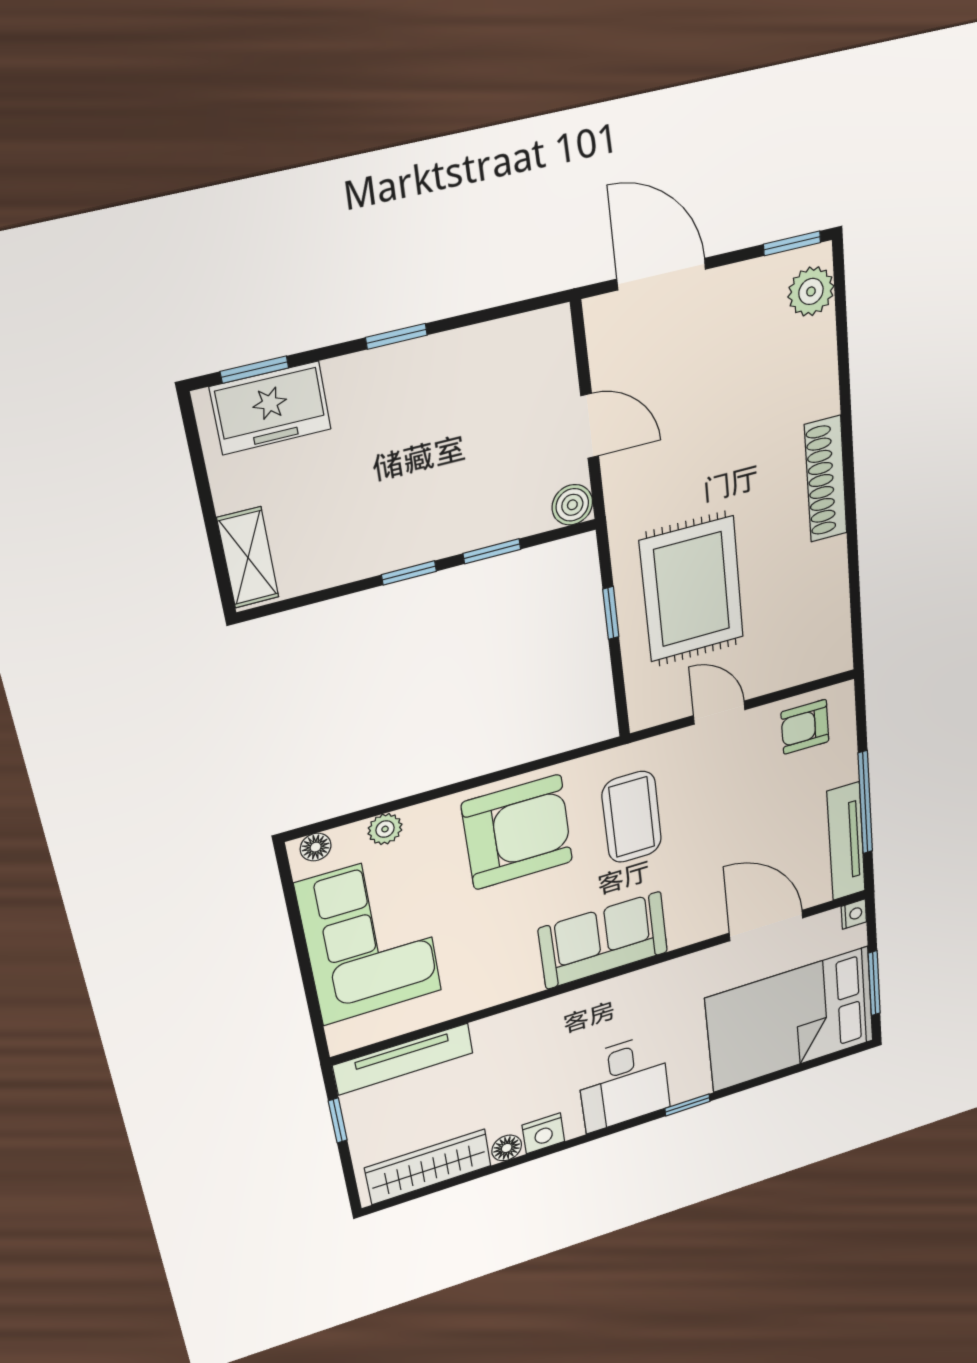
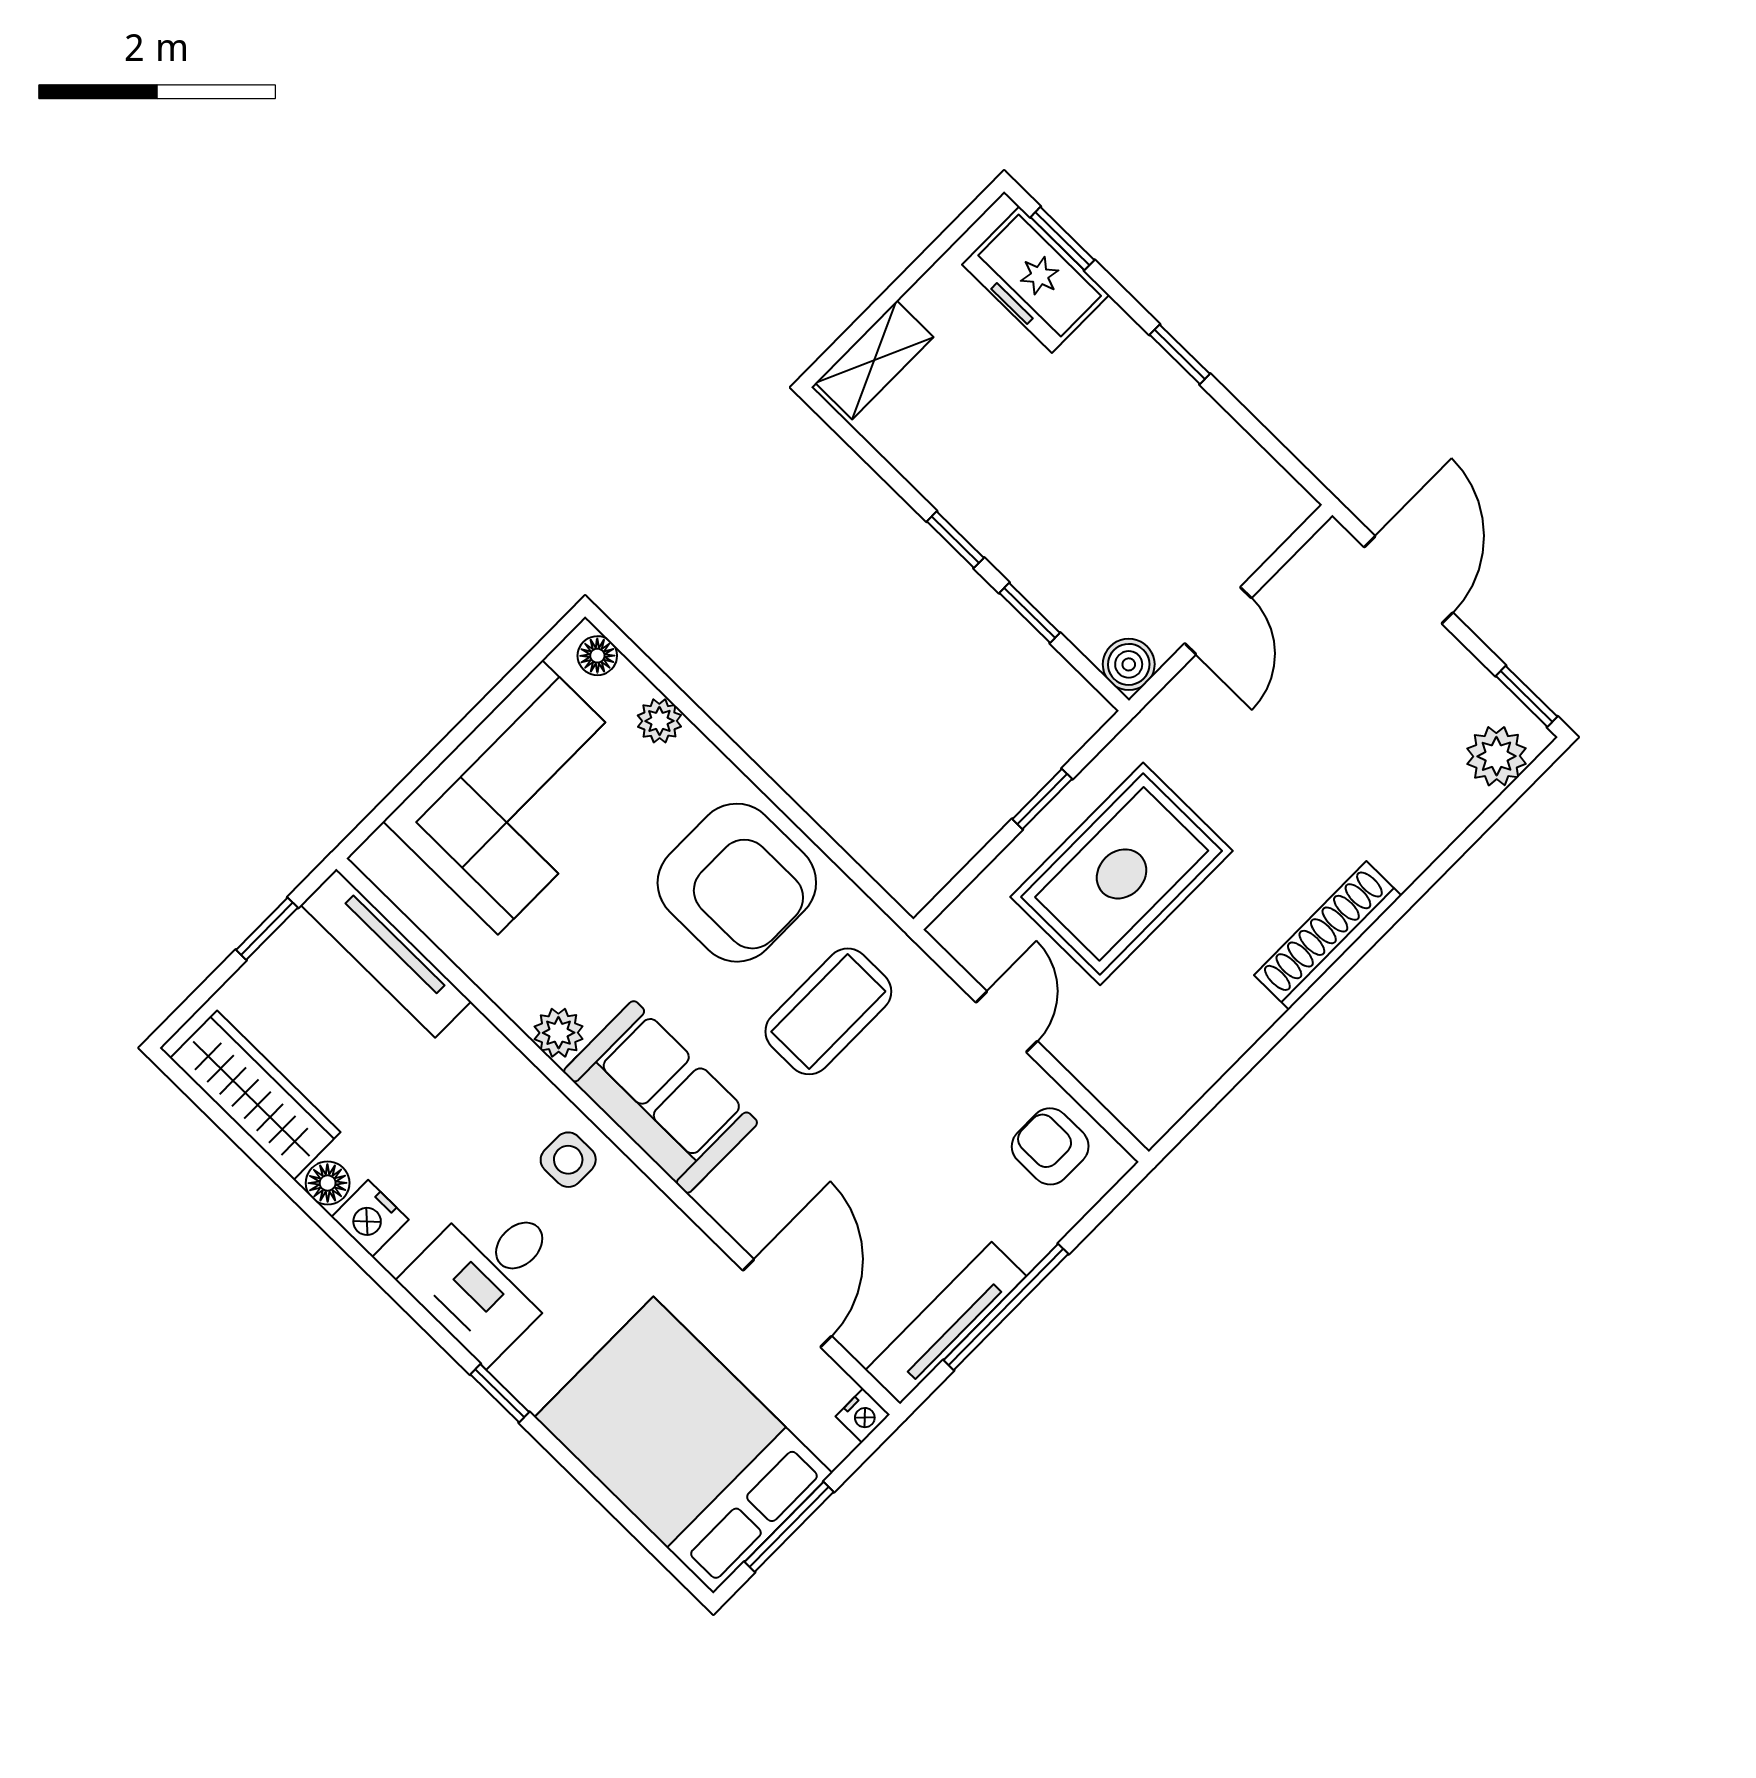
plant: (523, 981) -> (559, 1033), added
side table: (597, 1010) -> (568, 1160), added

